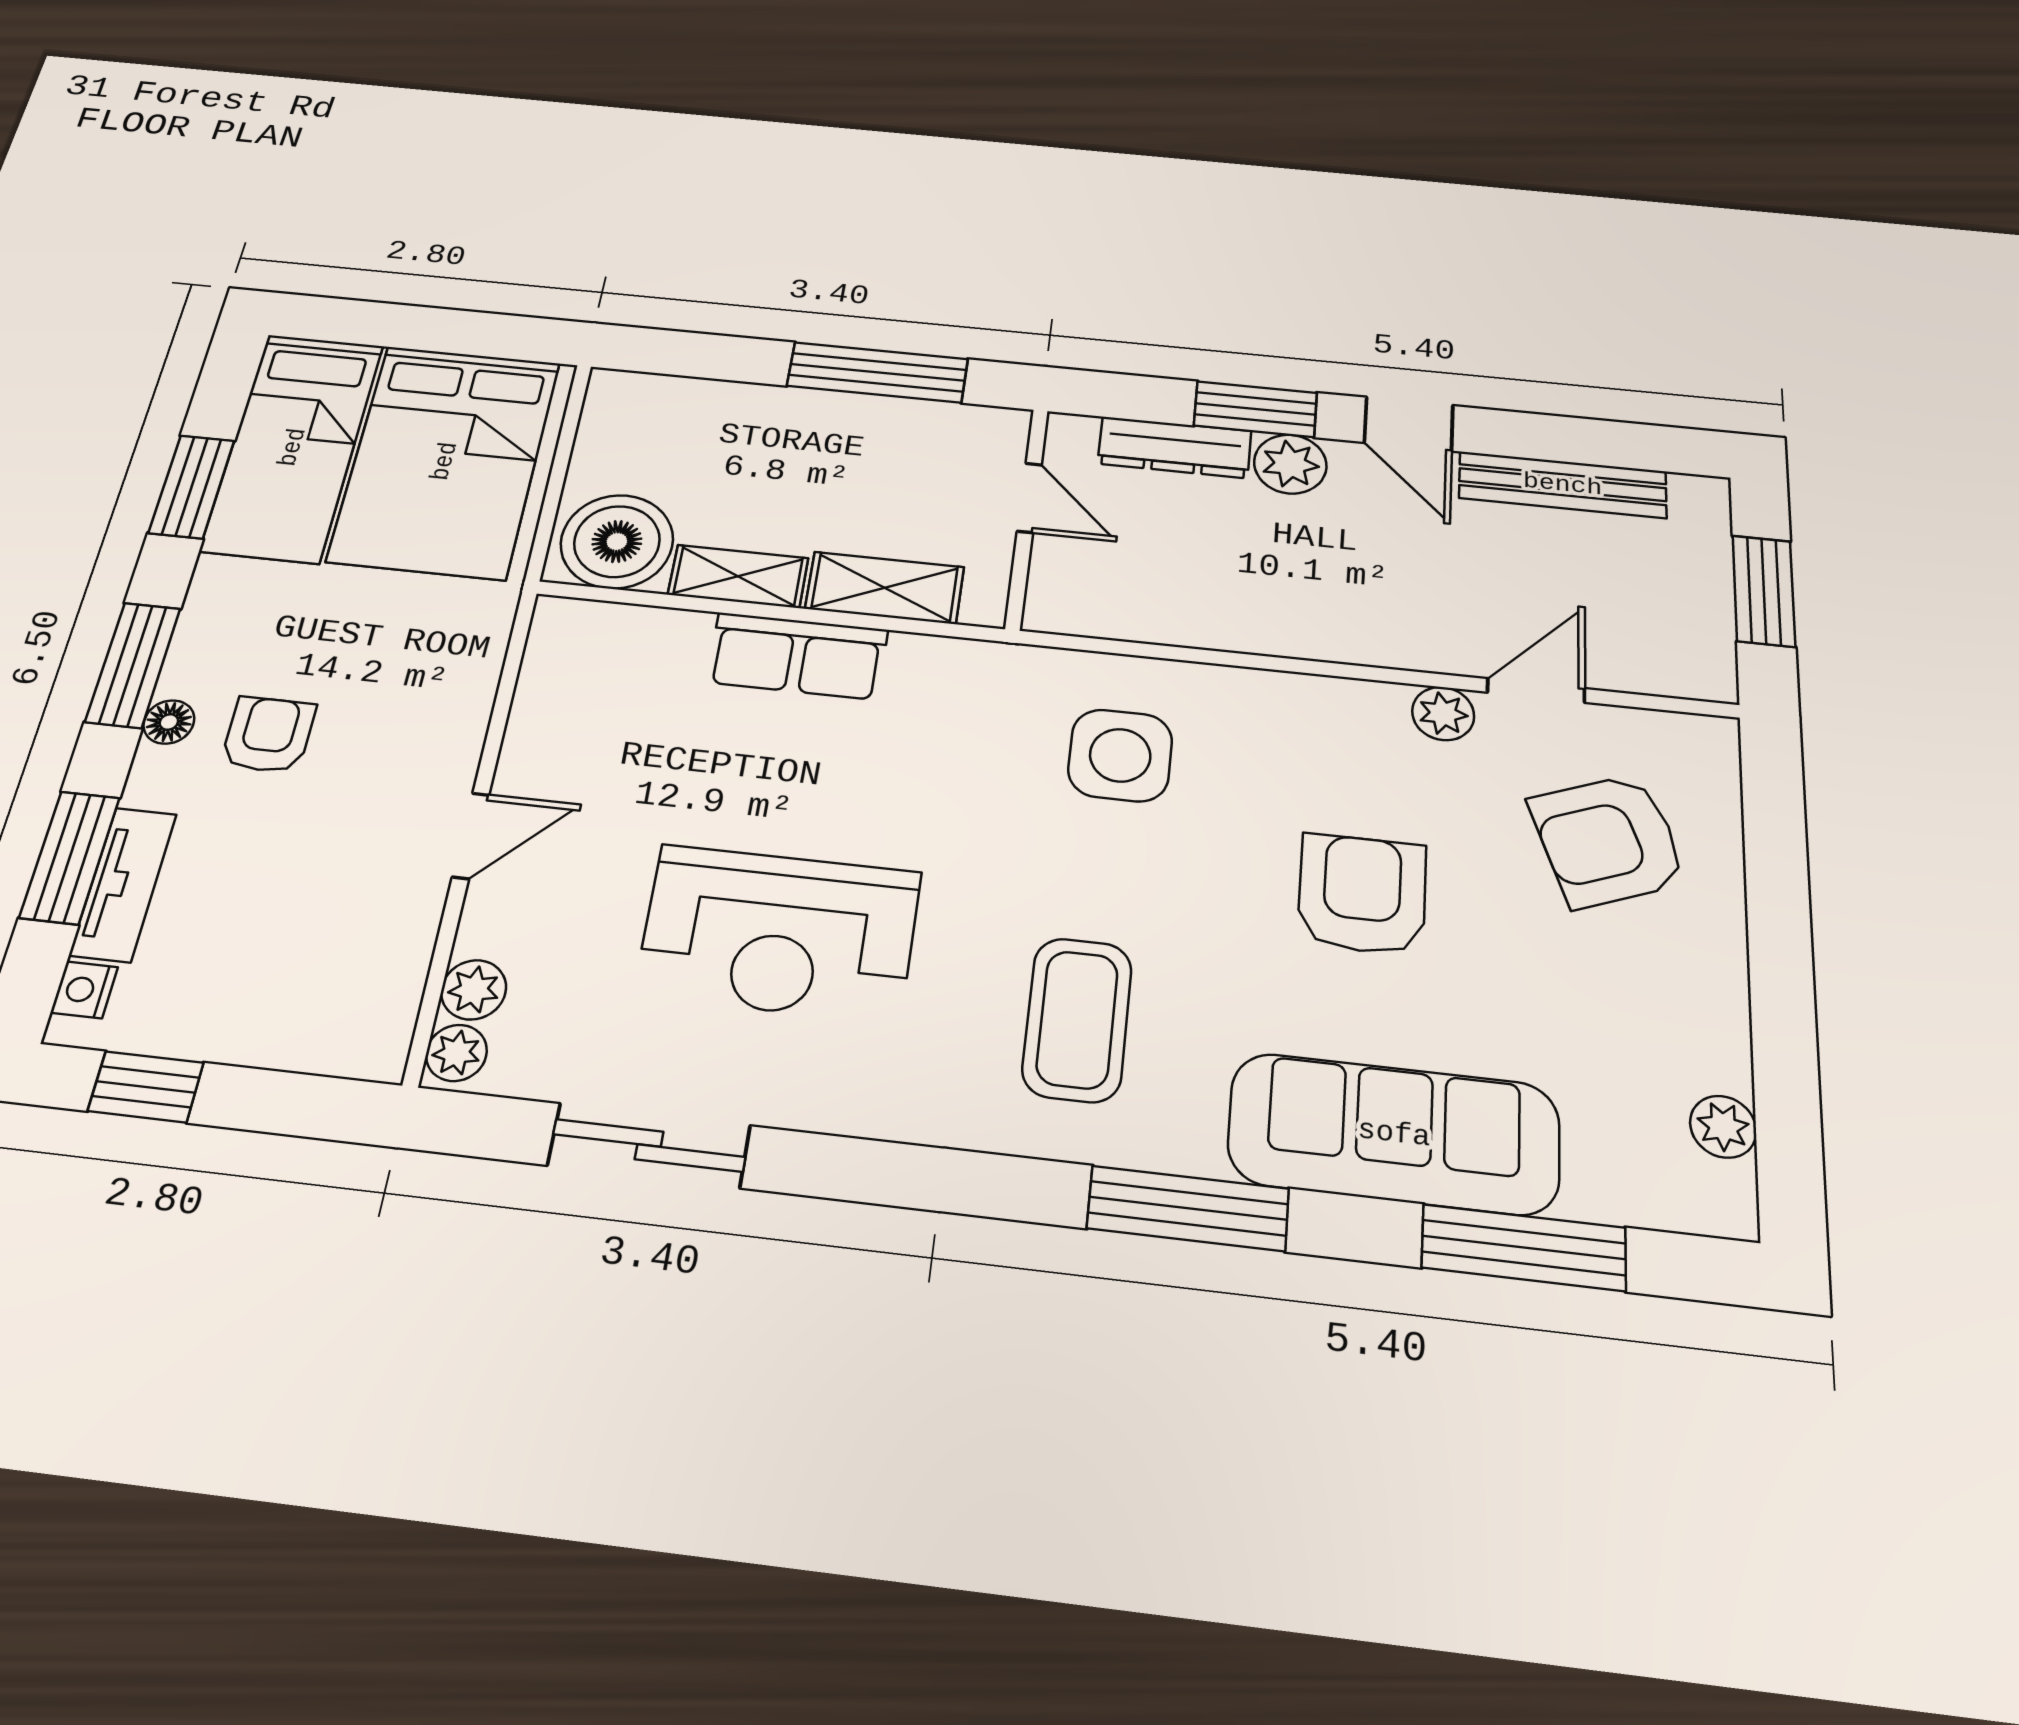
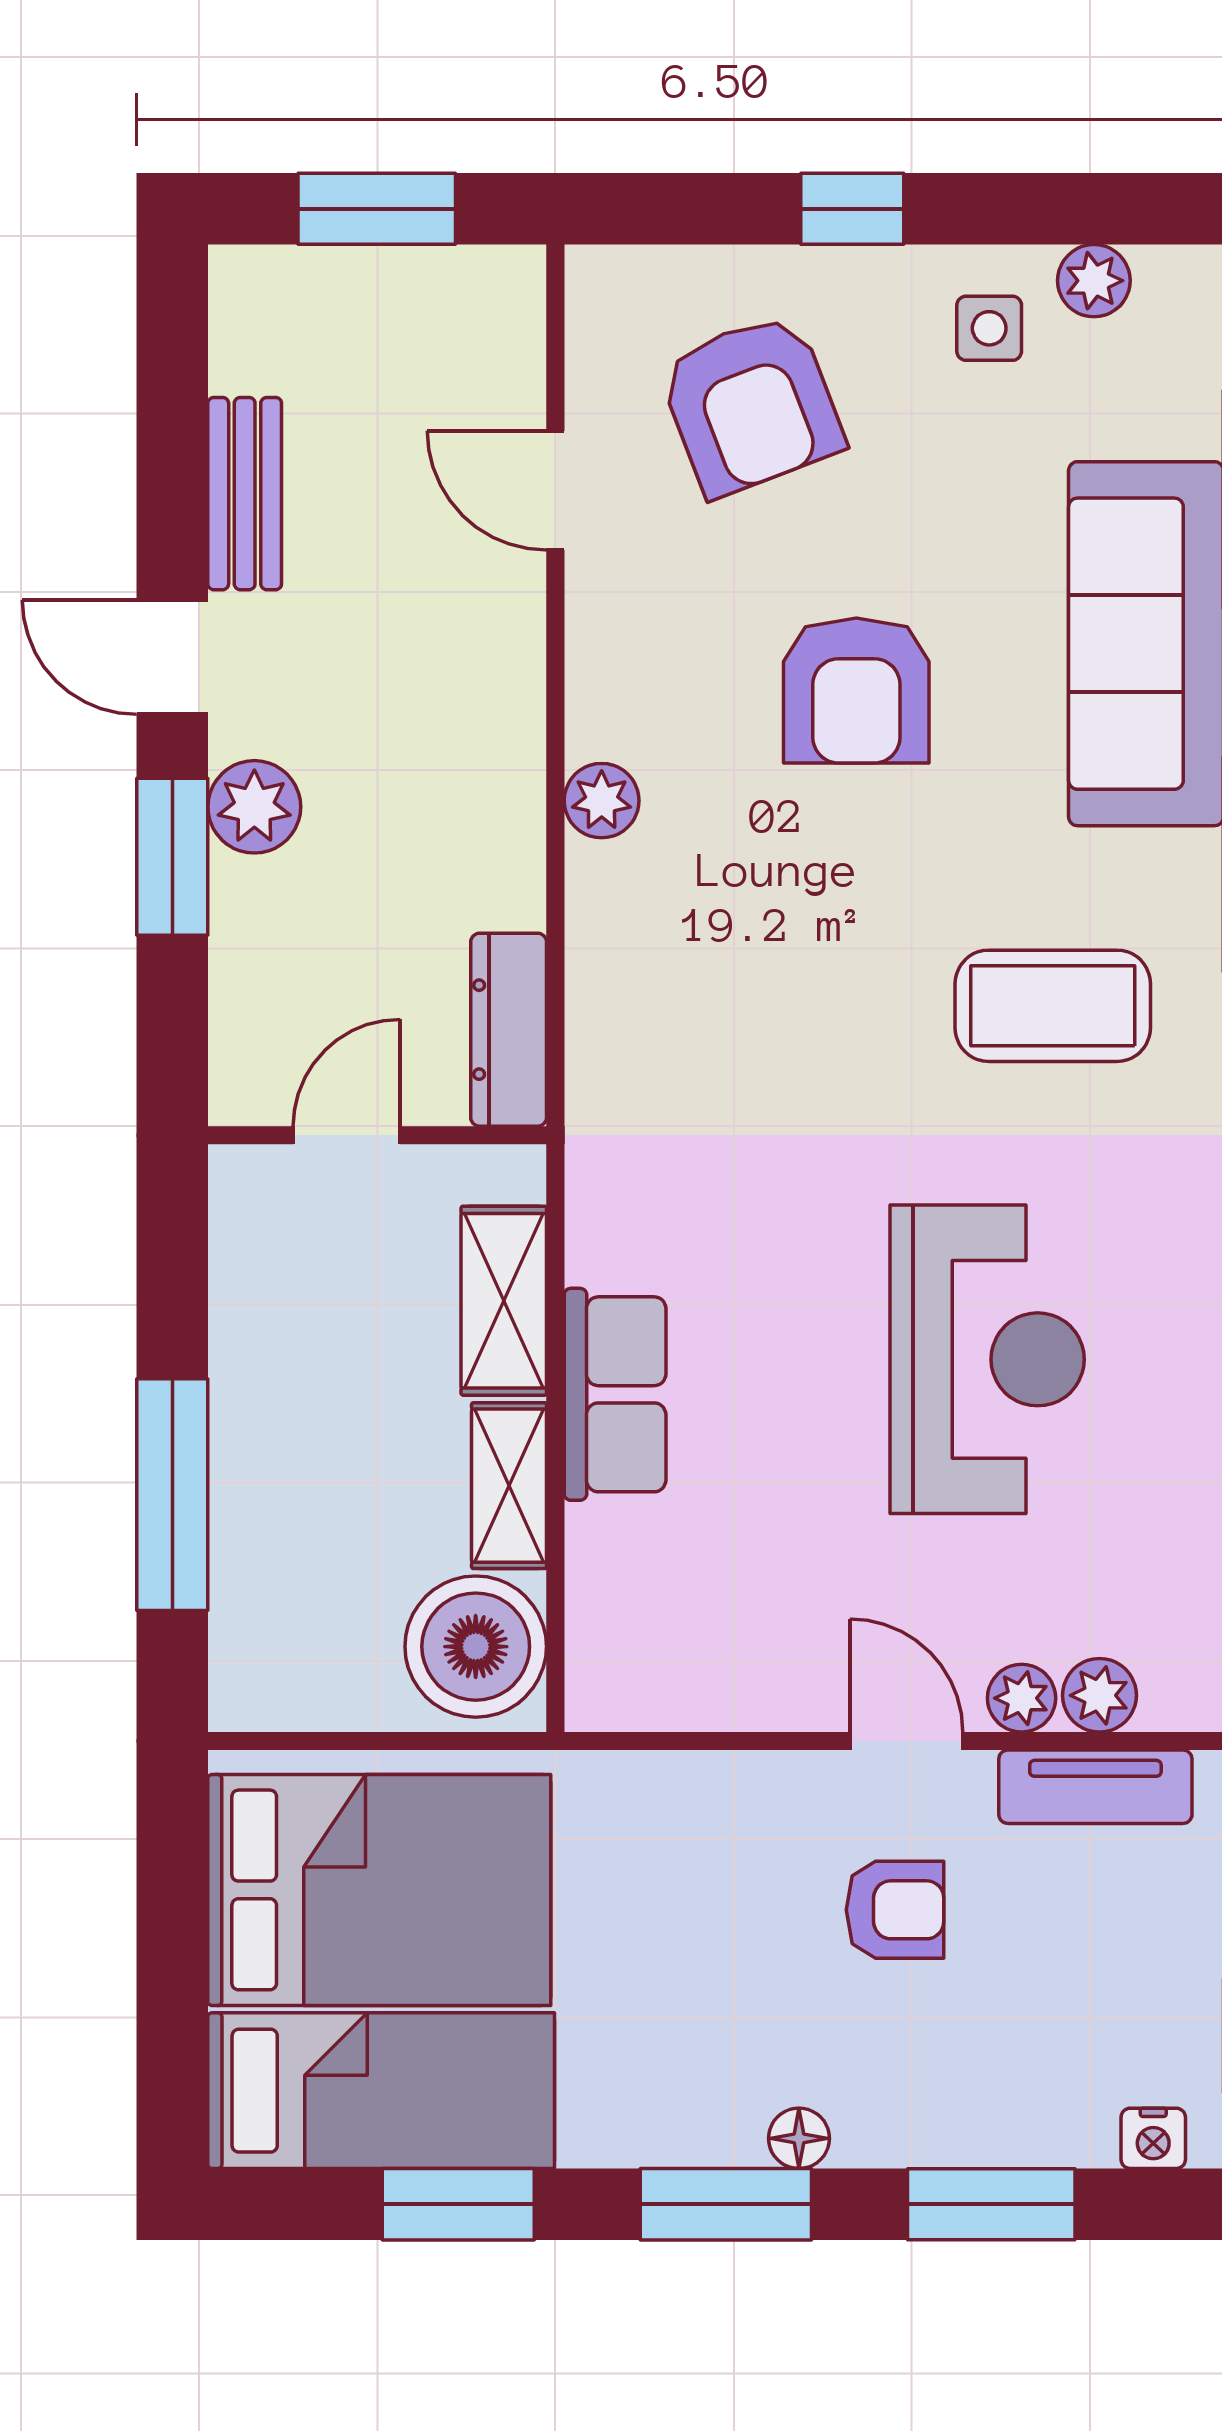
window: (877, 372) -> (172, 1495), moved
door: (1409, 424) -> (172, 657), swing flipped
dresser: (1175, 447) -> (509, 1030), moved, turned 180
bench: (1563, 485) -> (245, 494), width x0.73
plant: (1443, 714) -> (602, 801), moved
armchair: (268, 735) -> (895, 1910), moved, turned 180
side table: (1120, 755) -> (989, 328), moved, width x0.54, depth x0.54
tv unit: (123, 884) -> (1095, 1787), moved, turned 180
armchair: (1362, 894) -> (856, 690), turned -90
window: (1780, 936) -> (852, 209), added
plant: (456, 1053) -> (1022, 1698), moved

